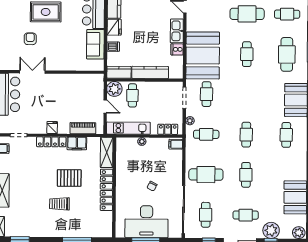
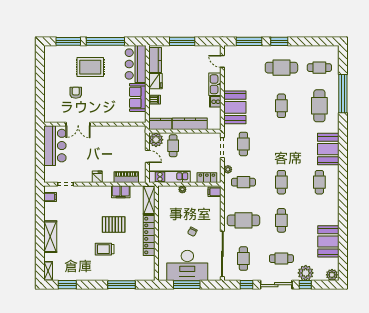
booth: (203, 55) -> (235, 107), width x0.73, depth x0.70
double door: (32, 72) -> (78, 124), swing flipped
locker: (51, 142) -> (96, 190), removed

